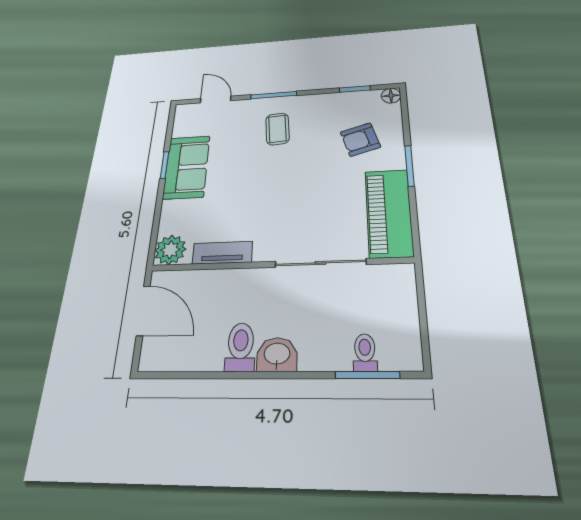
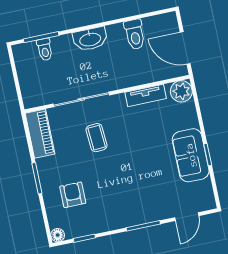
door: (216, 100) -> (187, 217), hinge flipped
coffee table: (277, 129) -> (97, 138), moved
armchair: (360, 140) -> (73, 195), turned -73
piano: (389, 213) -> (40, 134), width x0.73, depth x0.75
toilet: (240, 347) -> (135, 34), moved
washbasin: (277, 355) -> (90, 39), width x1.38

